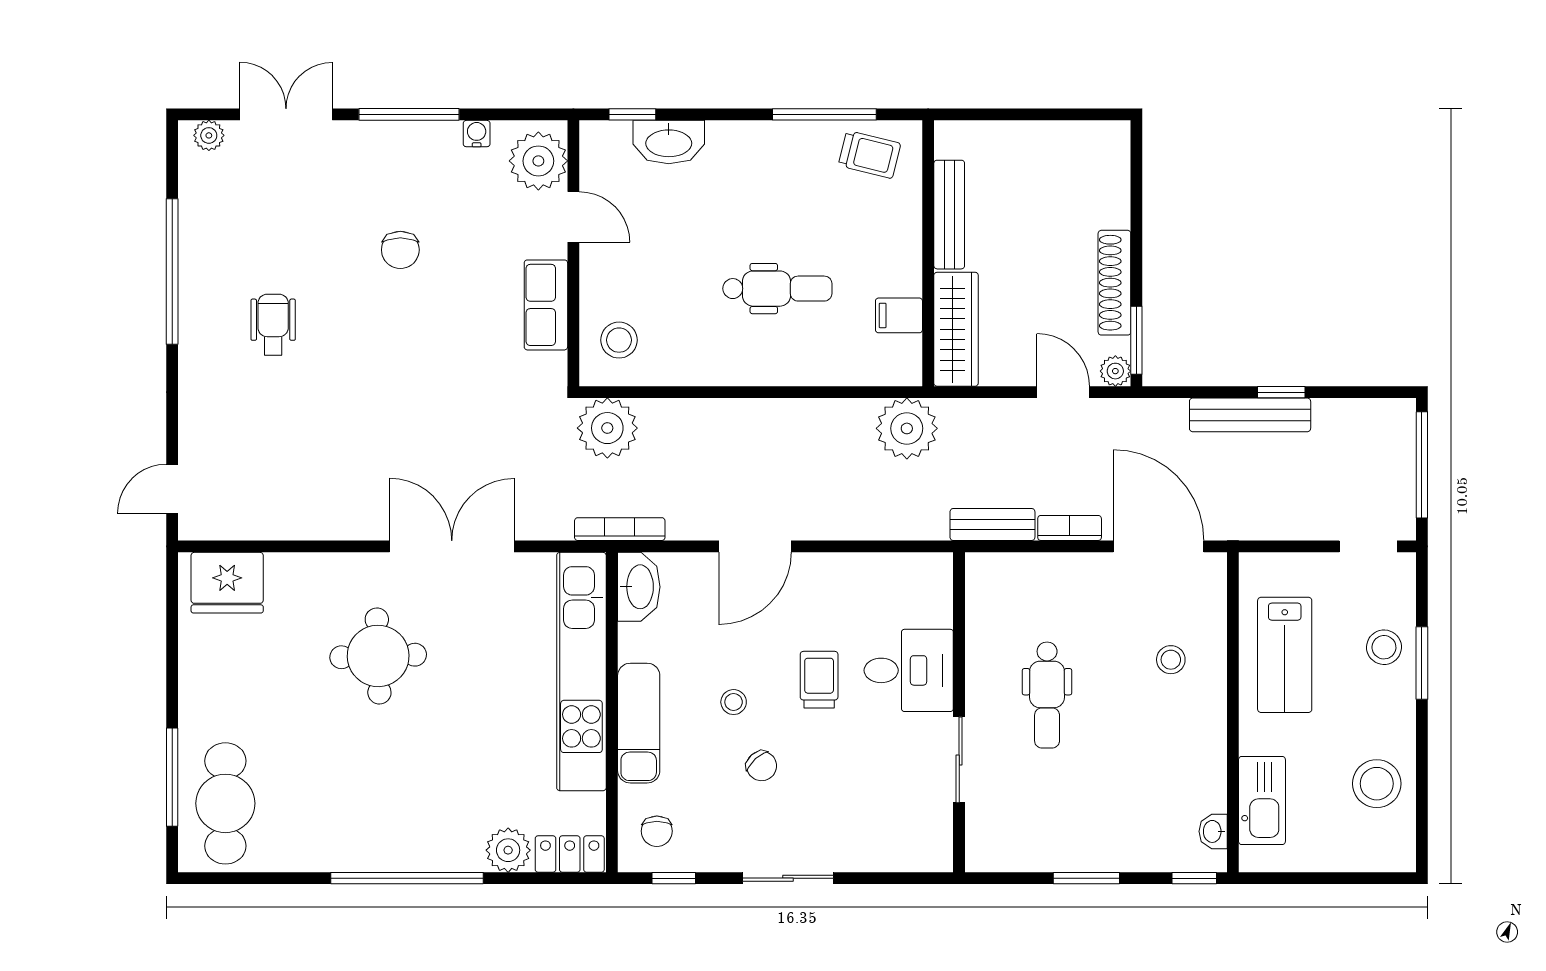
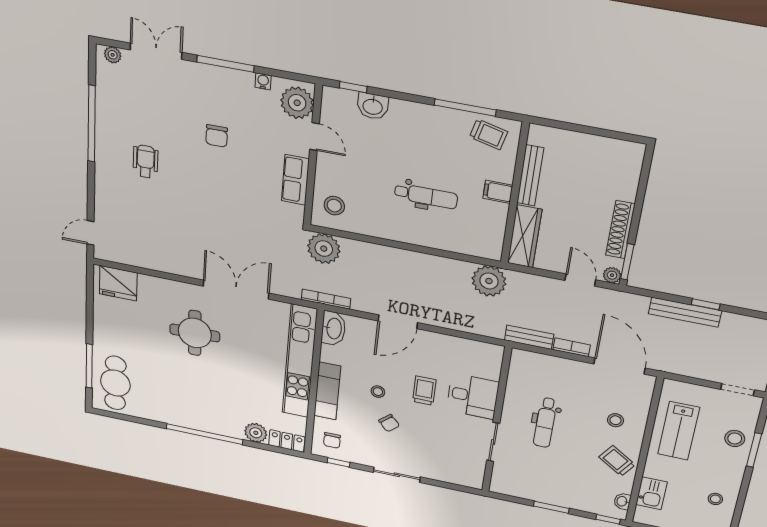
washbasin: (669, 142) -> (373, 106), width x0.72
filing cabinet: (899, 315) -> (498, 192), moved
trolley: (1188, 746) -> (617, 461), added
stool: (1377, 784) -> (715, 499), width x0.53, depth x0.53
kitchen sink: (1262, 800) -> (651, 493), width x0.73

